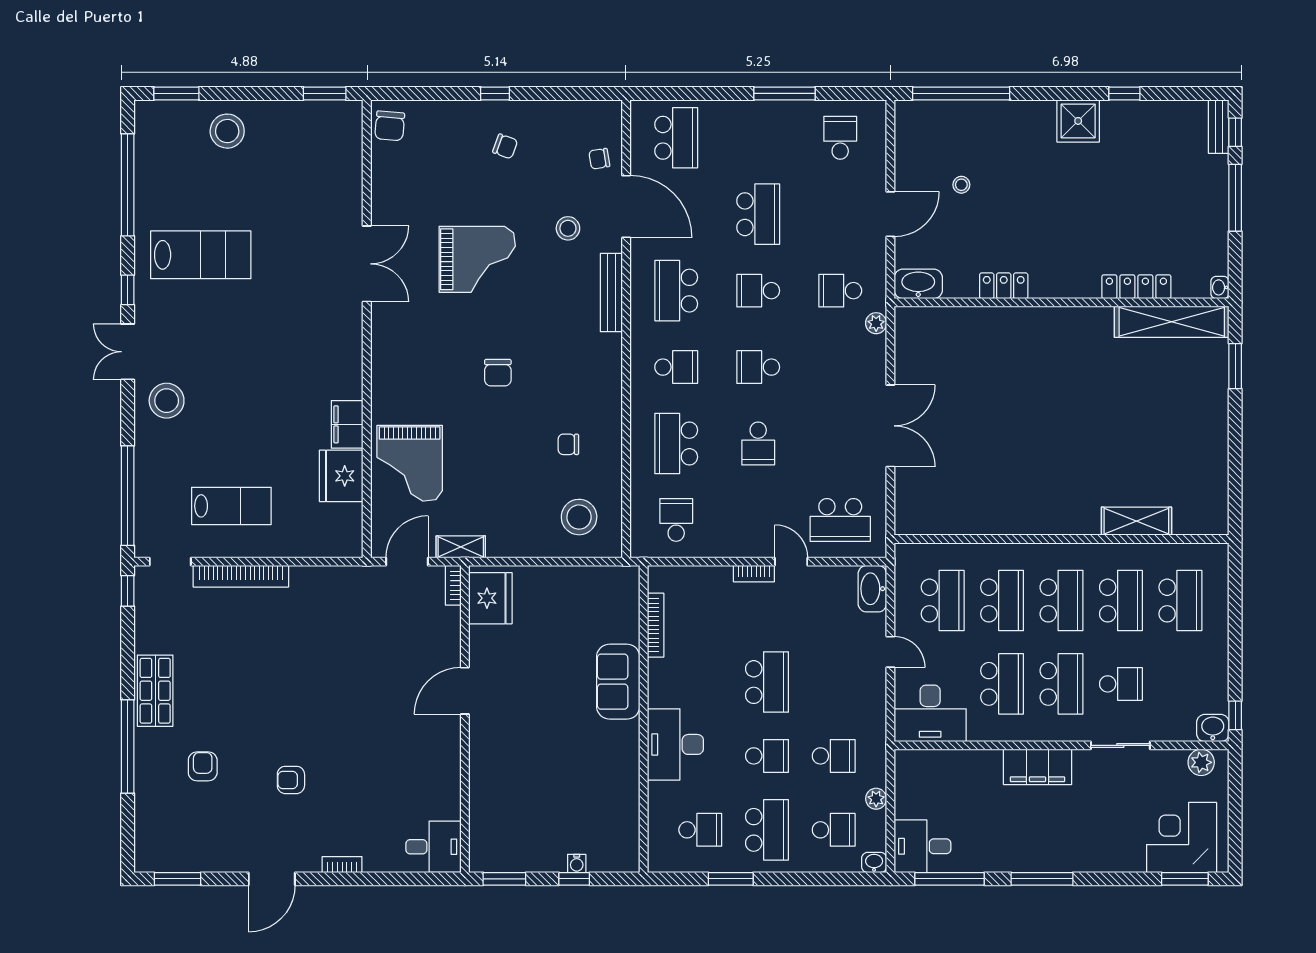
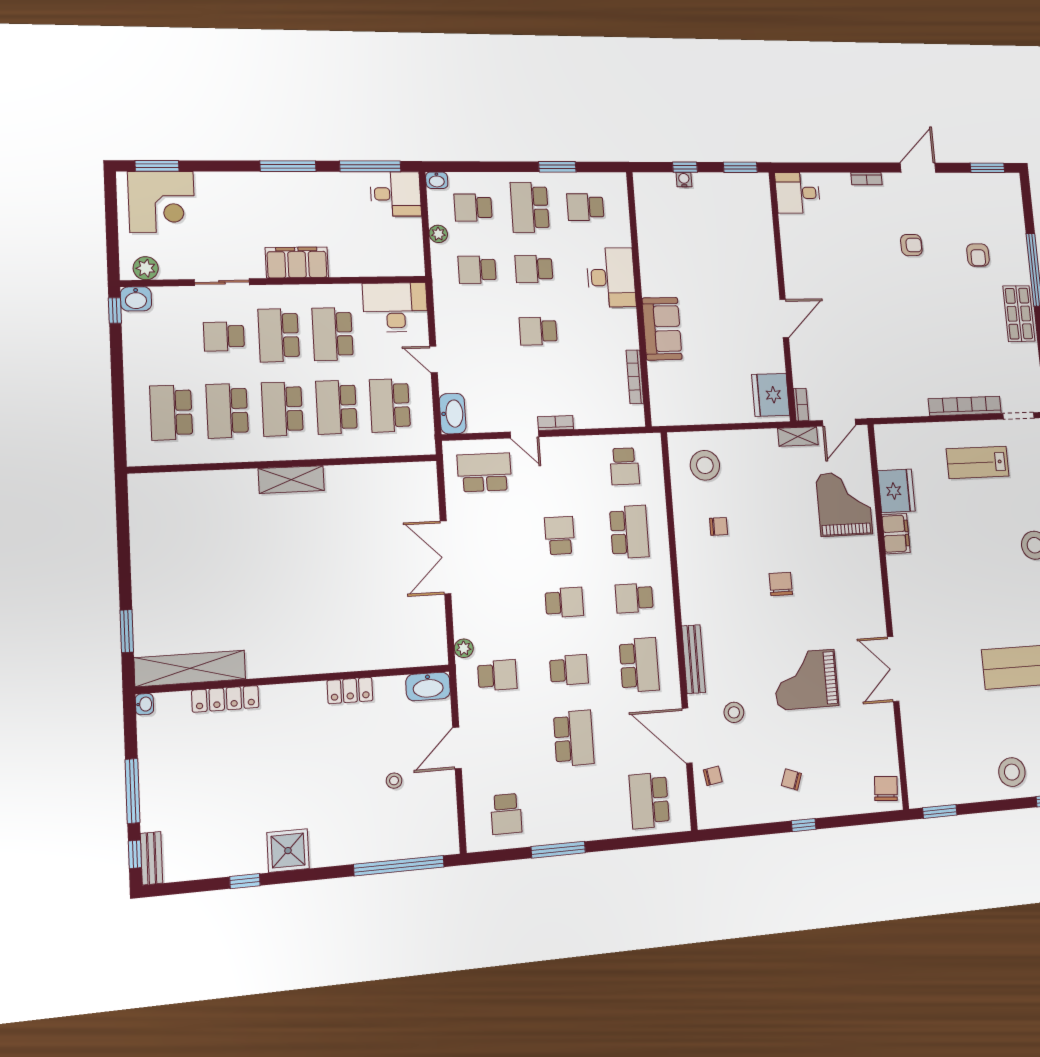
school desk: (758, 214) -> (574, 738), turned 180
shelving: (1136, 521) -> (291, 480), moved
school desk: (767, 682) -> (538, 331), width x0.54

